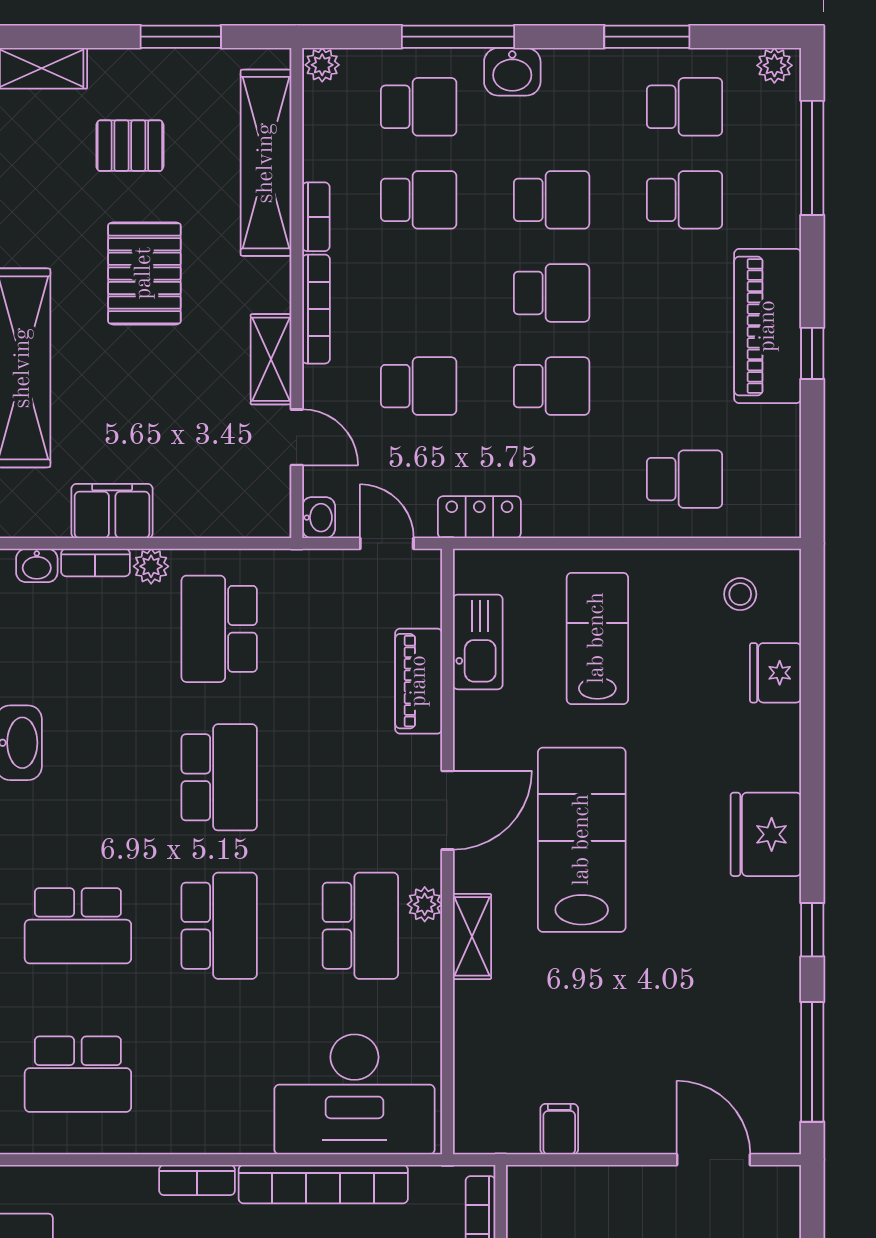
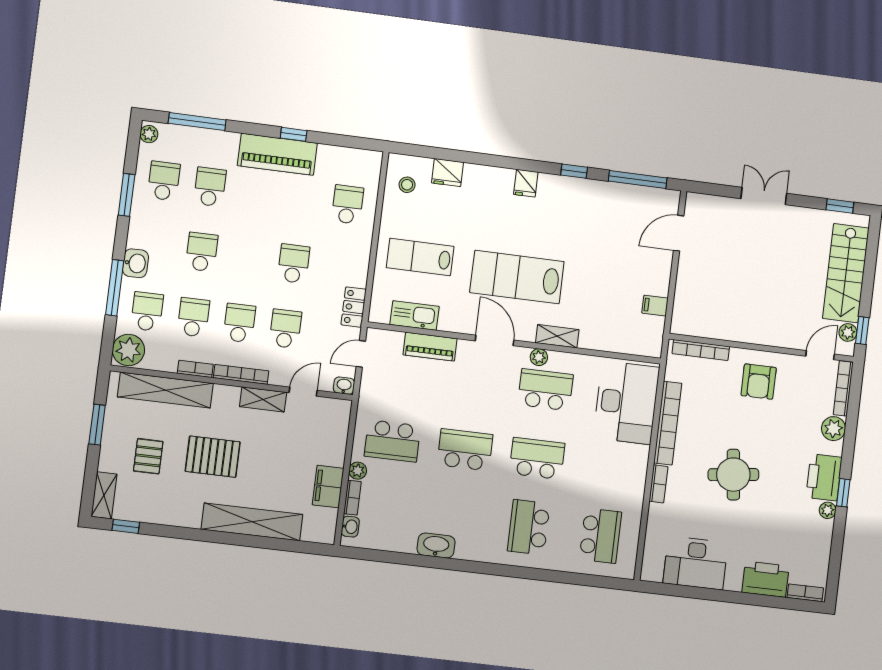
plant: (322, 65) -> (128, 350), width x1.87, depth x1.87
school desk: (552, 293) -> (239, 323), moved
fridge: (766, 834) -> (526, 183), width x0.53, depth x0.75
school desk: (78, 926) -> (529, 527), turned 180

